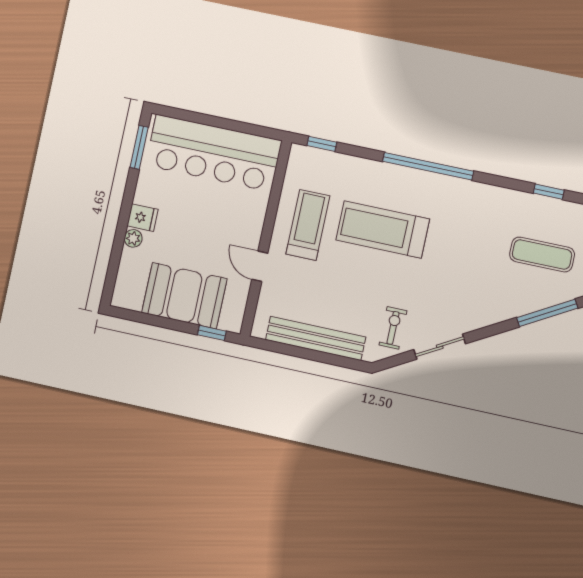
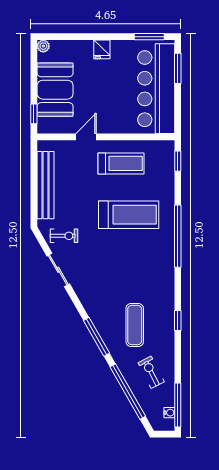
window: (192, 117) -> (178, 68), added
treadmill: (383, 230) -> (129, 215), turned 90
plant: (133, 238) -> (43, 46), moved

